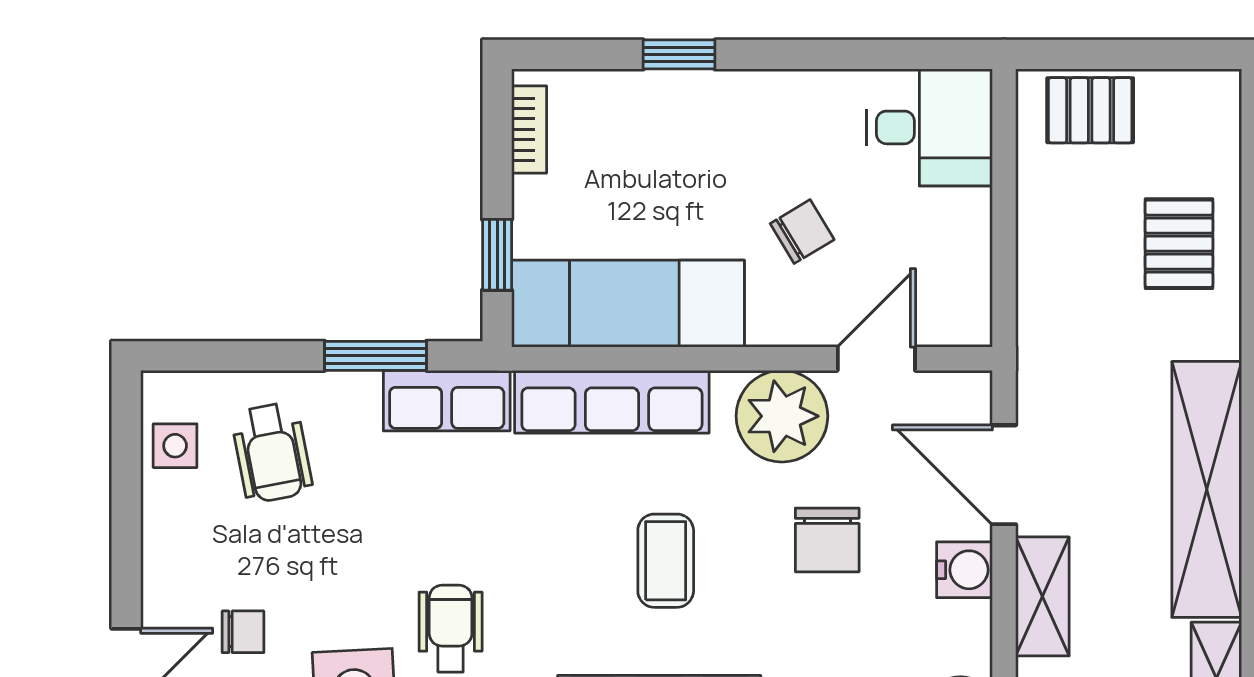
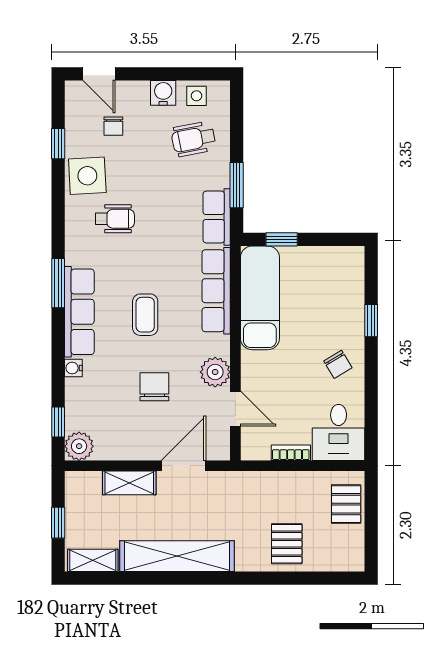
bookcase: (529, 129) -> (291, 453), moved, turned 180
chair: (802, 232) -> (338, 364), moved
pallet: (1179, 244) -> (287, 544), turned 90
plant: (782, 416) -> (215, 372), width x0.73, depth x0.73
chair: (827, 540) -> (154, 387), turned 90
coffee table: (666, 561) -> (145, 315), turned 90
water cooler: (965, 570) -> (163, 93), moved, turned 180

